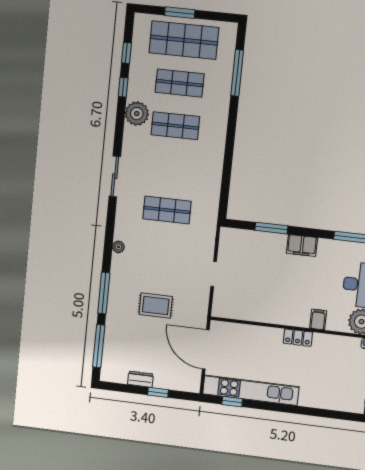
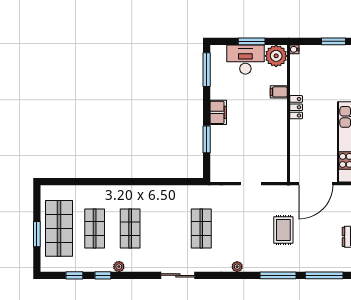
window: (237, 73) -> (81, 182), removed
plant: (137, 114) -> (119, 267), width x0.53, depth x0.53

